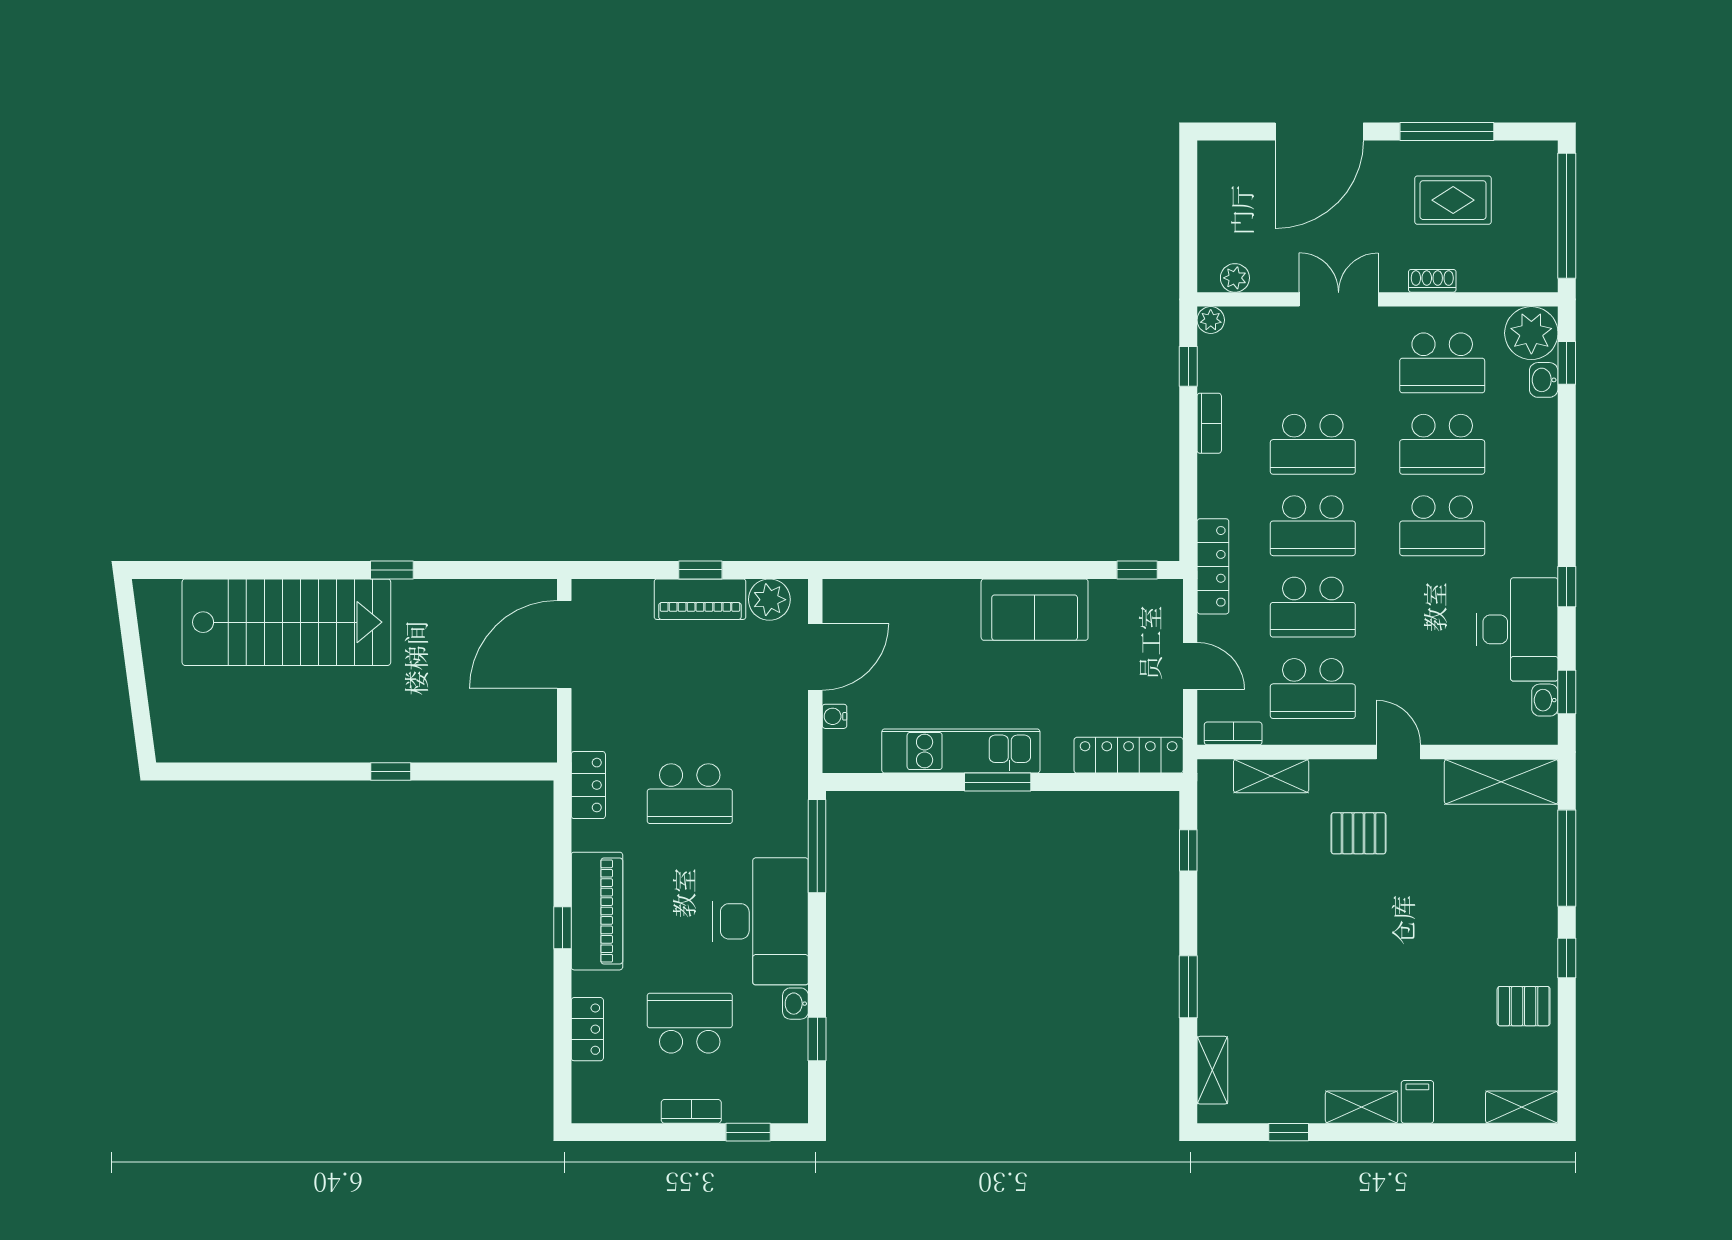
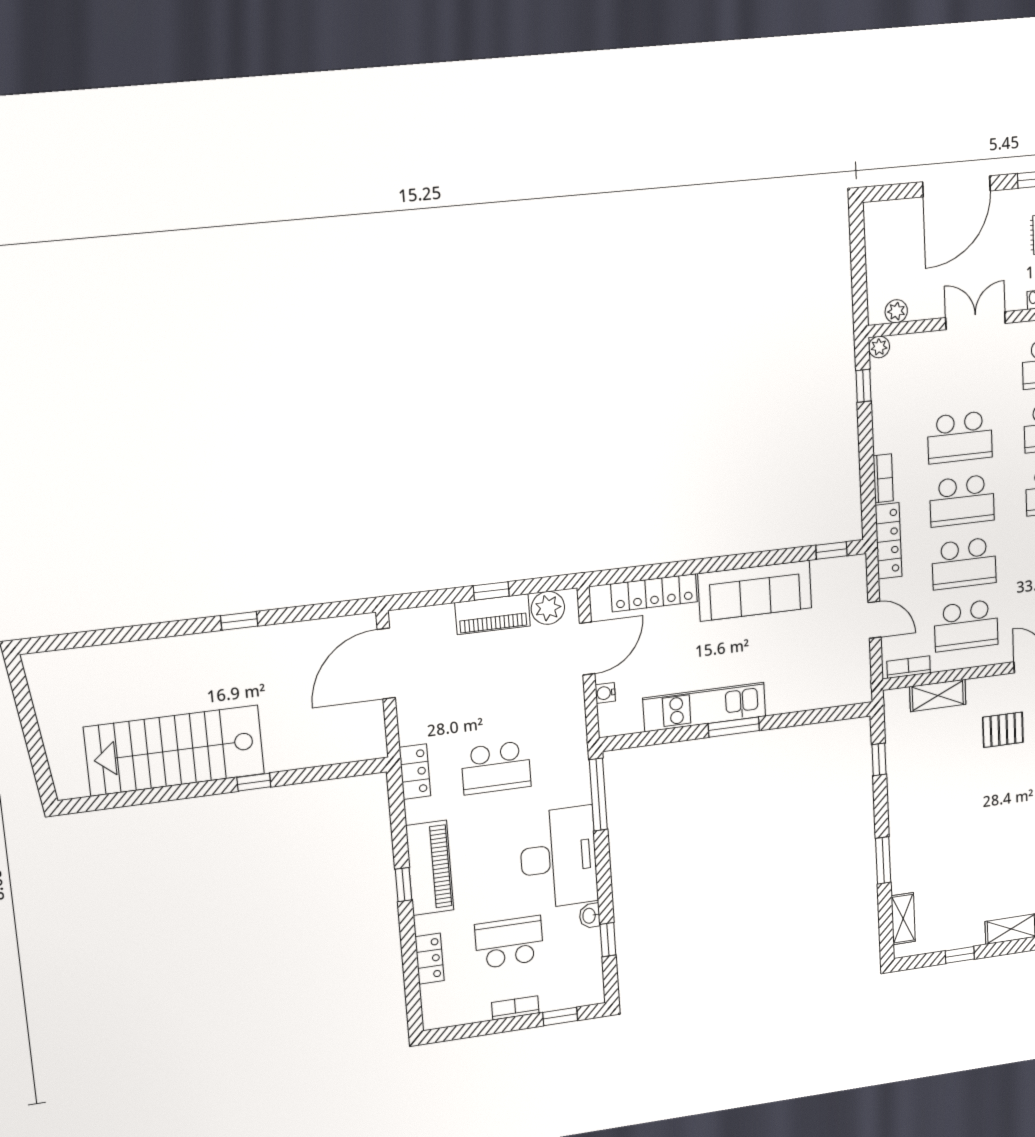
bookcase: (1209, 423) -> (883, 478), moved
sofa: (1035, 610) -> (755, 591), width x1.36
stairs: (286, 622) -> (174, 750), moved, turned 180
locker: (1129, 755) -> (654, 593), moved, turned 180

